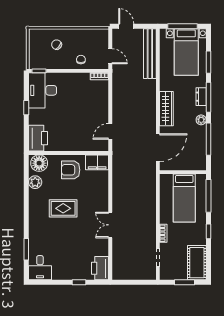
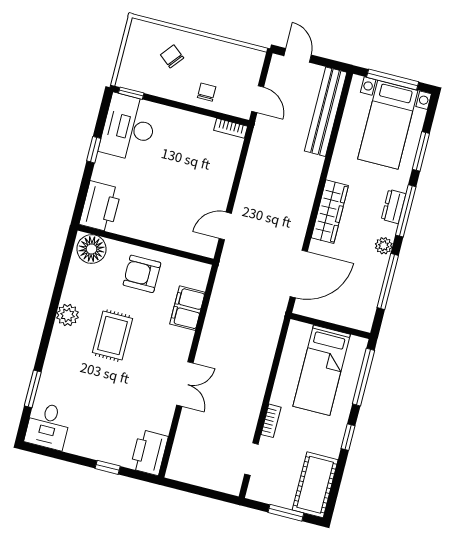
filing cabinet: (97, 162) -> (187, 308), moved, turned 90
plant: (35, 182) -> (68, 315), moved
rug: (63, 208) -> (113, 336), turned 90
double door: (110, 225) -> (185, 384), swing flipped

